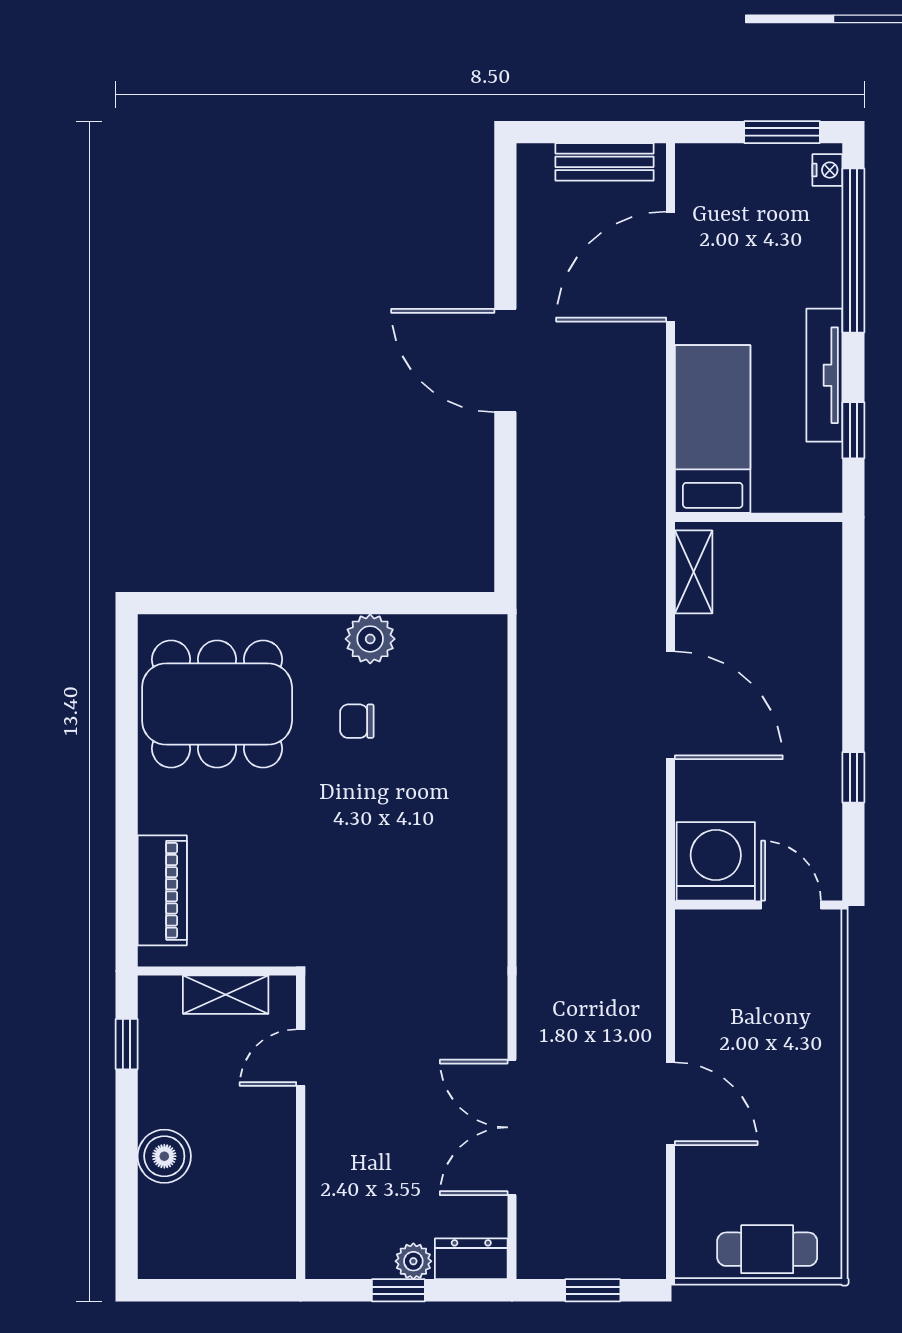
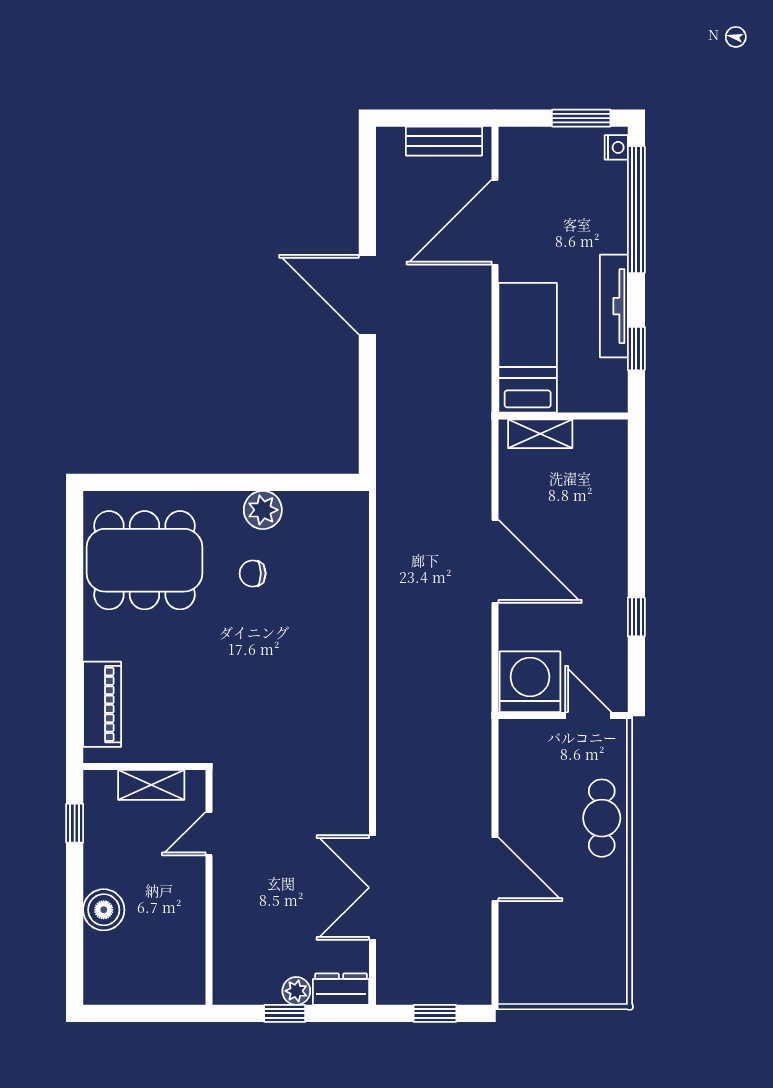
shelving: (694, 572) -> (540, 434), moved, turned 90
cafe table: (767, 1249) -> (602, 818), moved, turned 90

